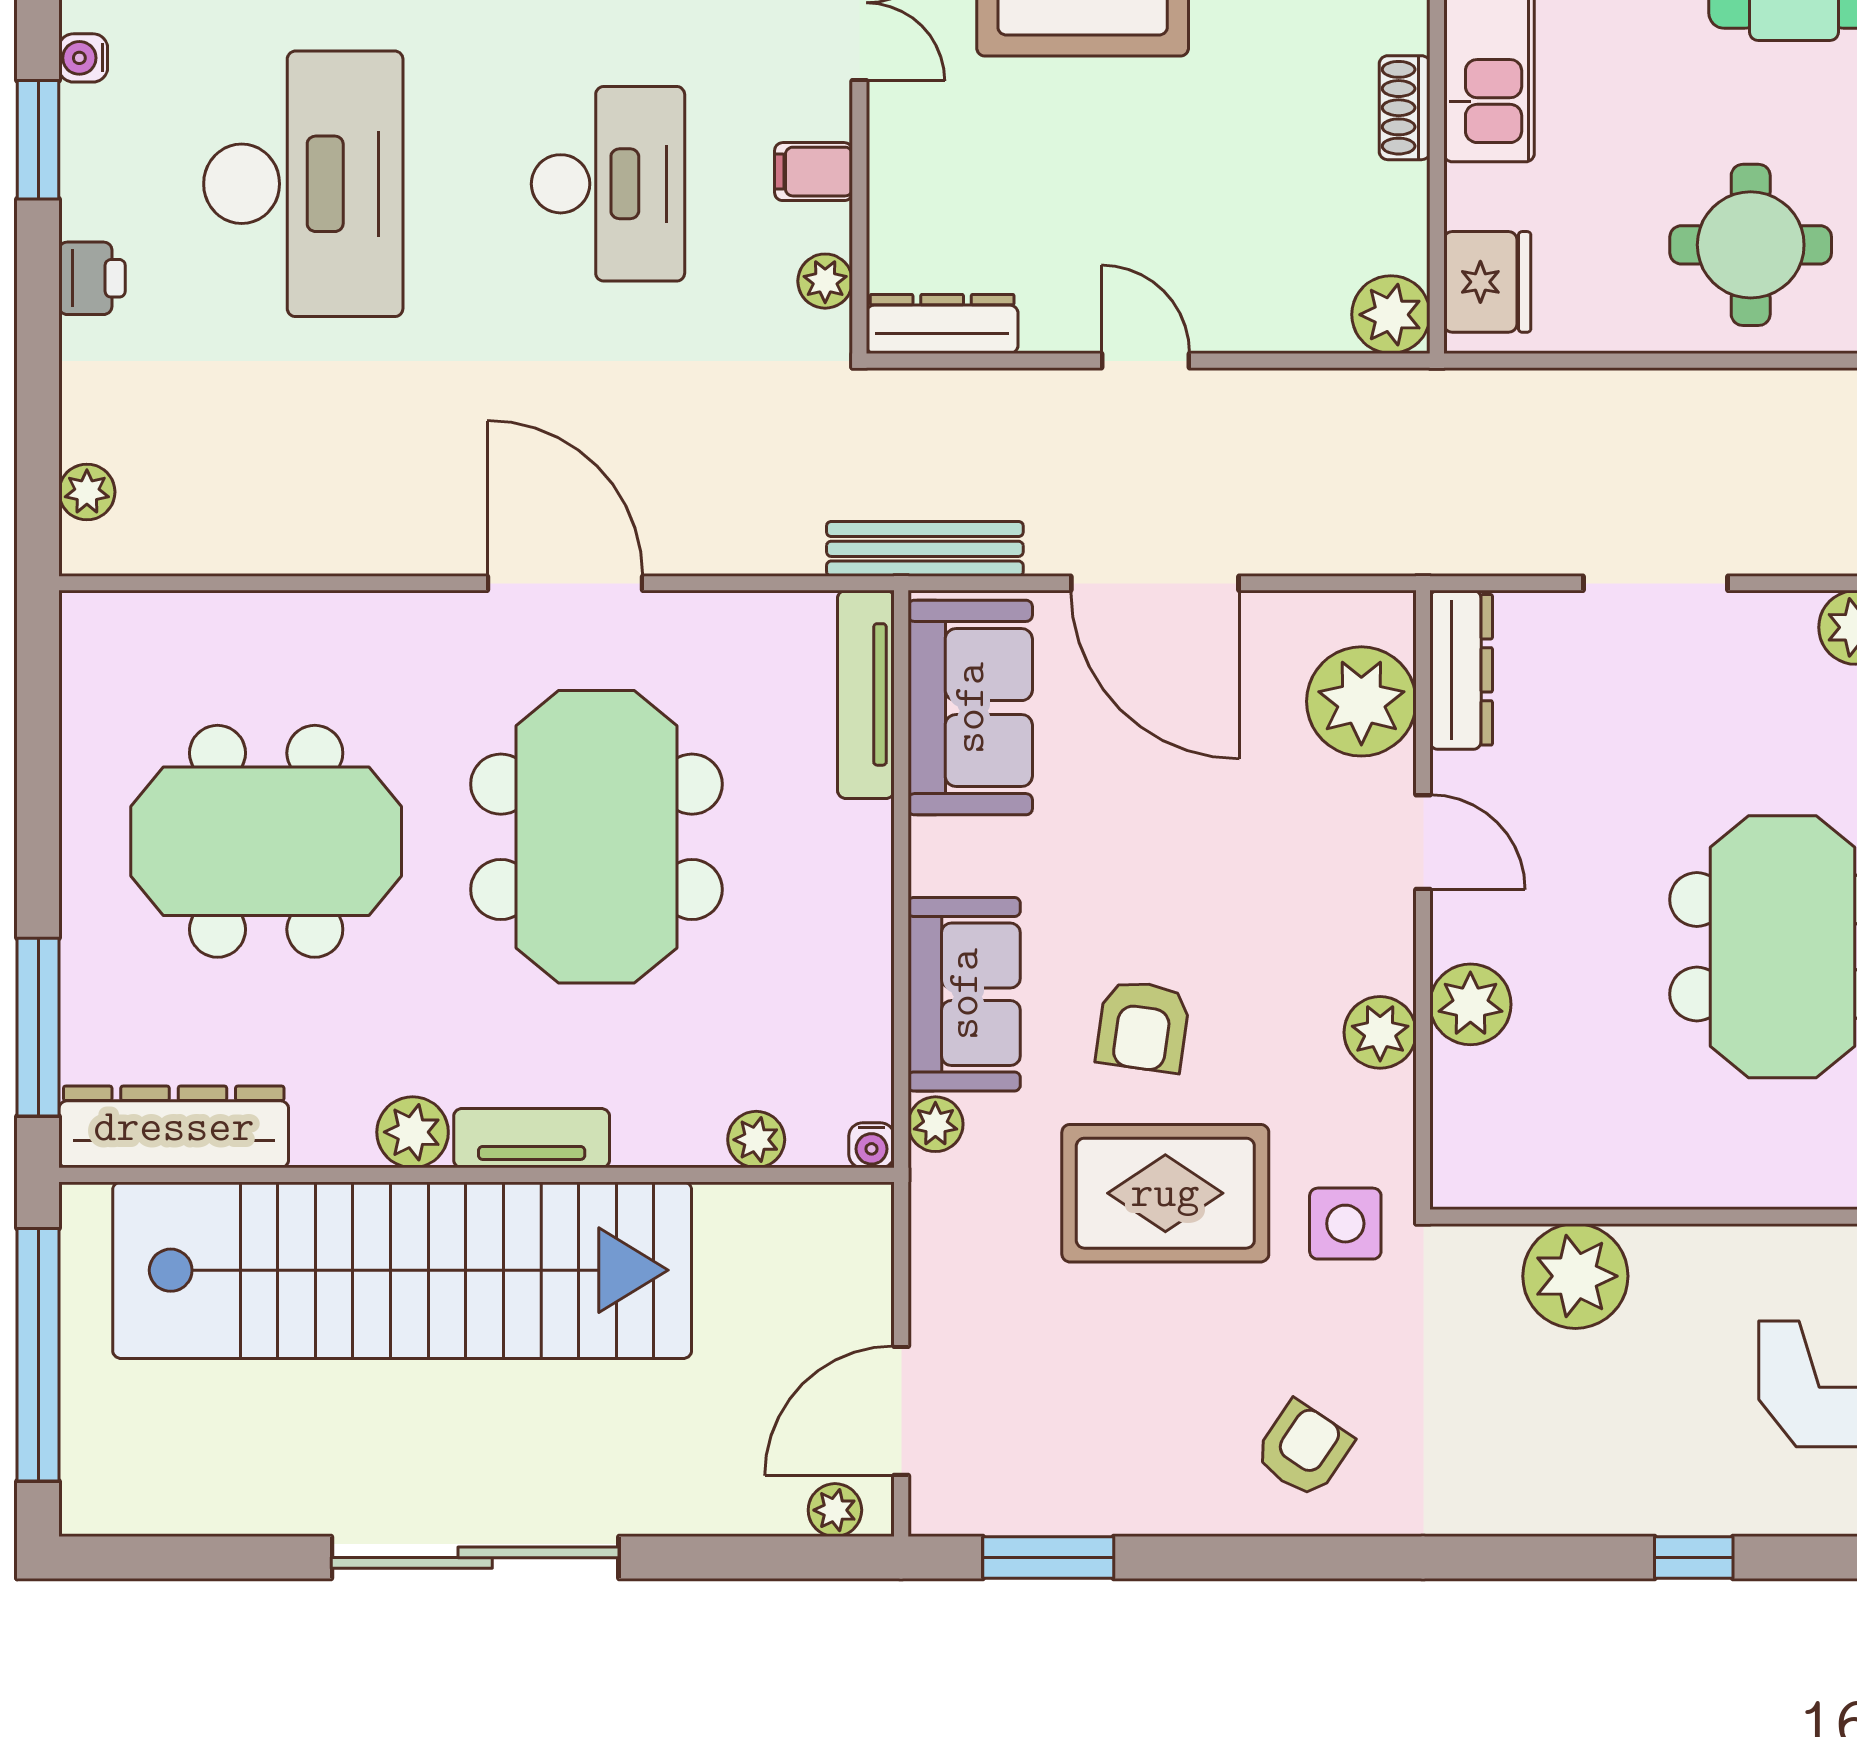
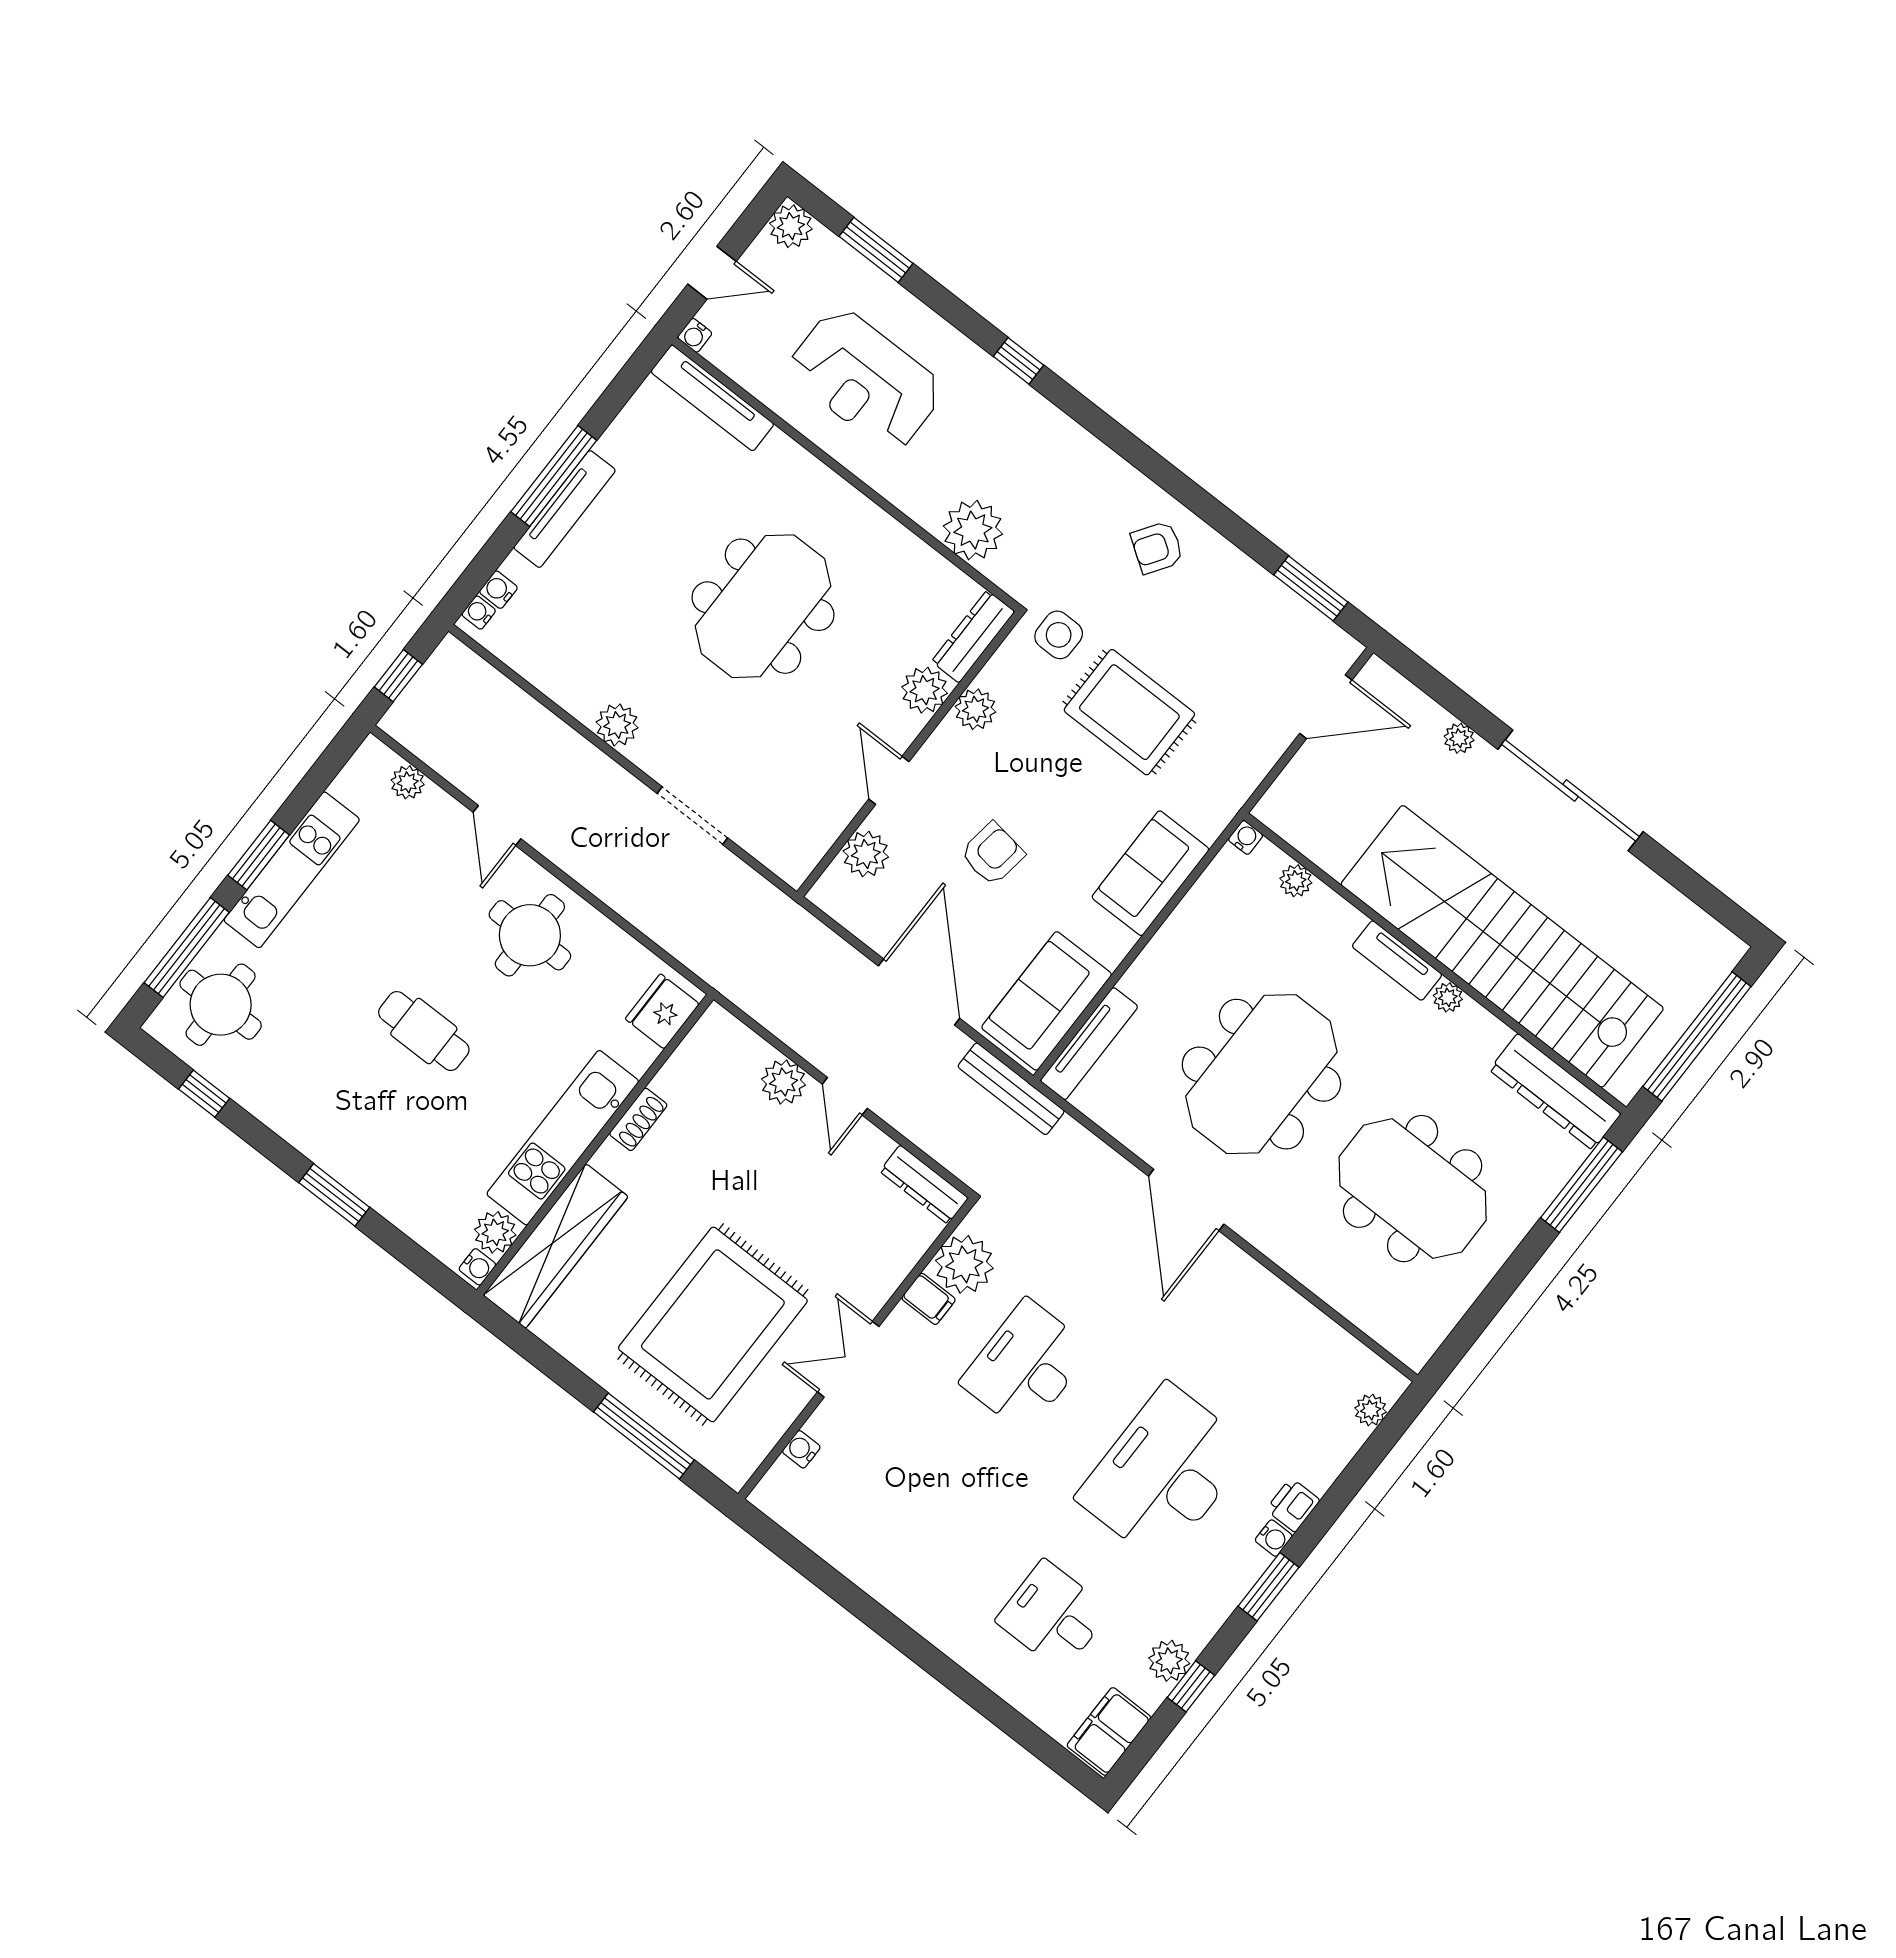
water cooler: (83, 58) -> (1274, 1538), moved
plant: (825, 281) -> (964, 1264), width x1.88, depth x1.88
plant: (1391, 315) -> (784, 1082), moved
dresser: (1461, 670) -> (973, 636), moved
plant: (1361, 701) -> (866, 854), width x0.73, depth x0.73
armchair: (1143, 1026) -> (992, 854), moved
plant: (935, 1124) -> (1209, 824), removed
plant: (413, 1132) -> (1448, 997), width x0.73, depth x0.73
plant: (835, 1510) -> (1459, 738), moved

